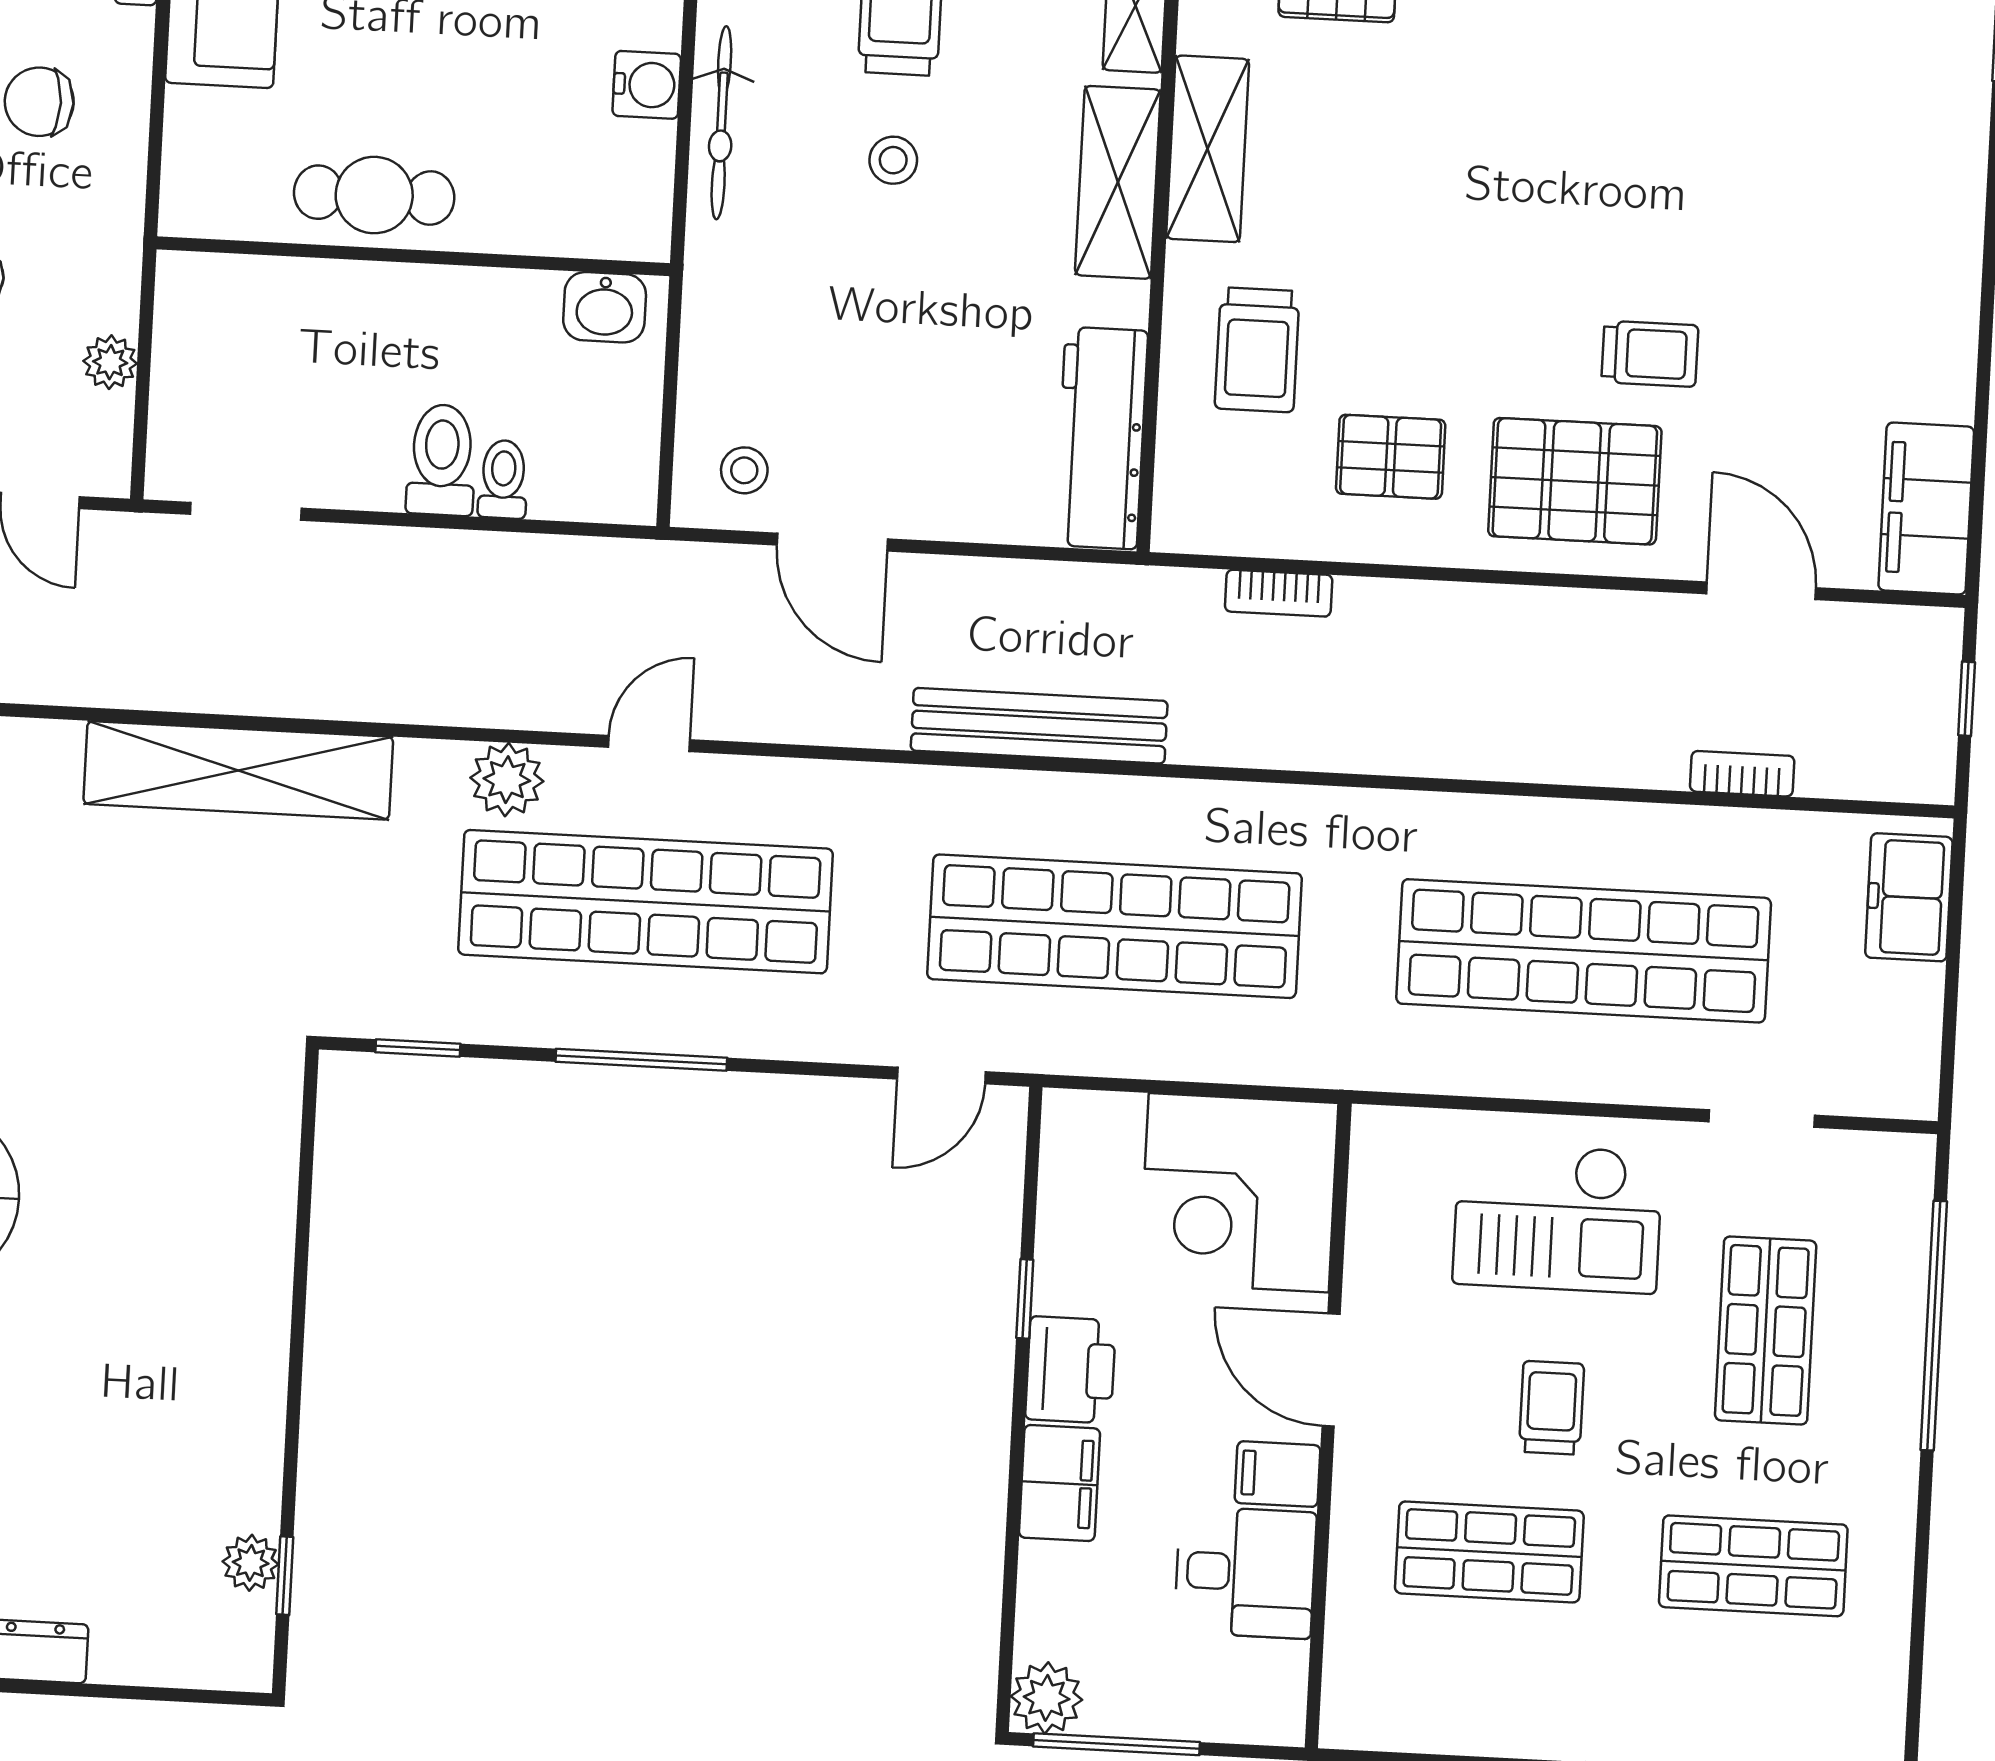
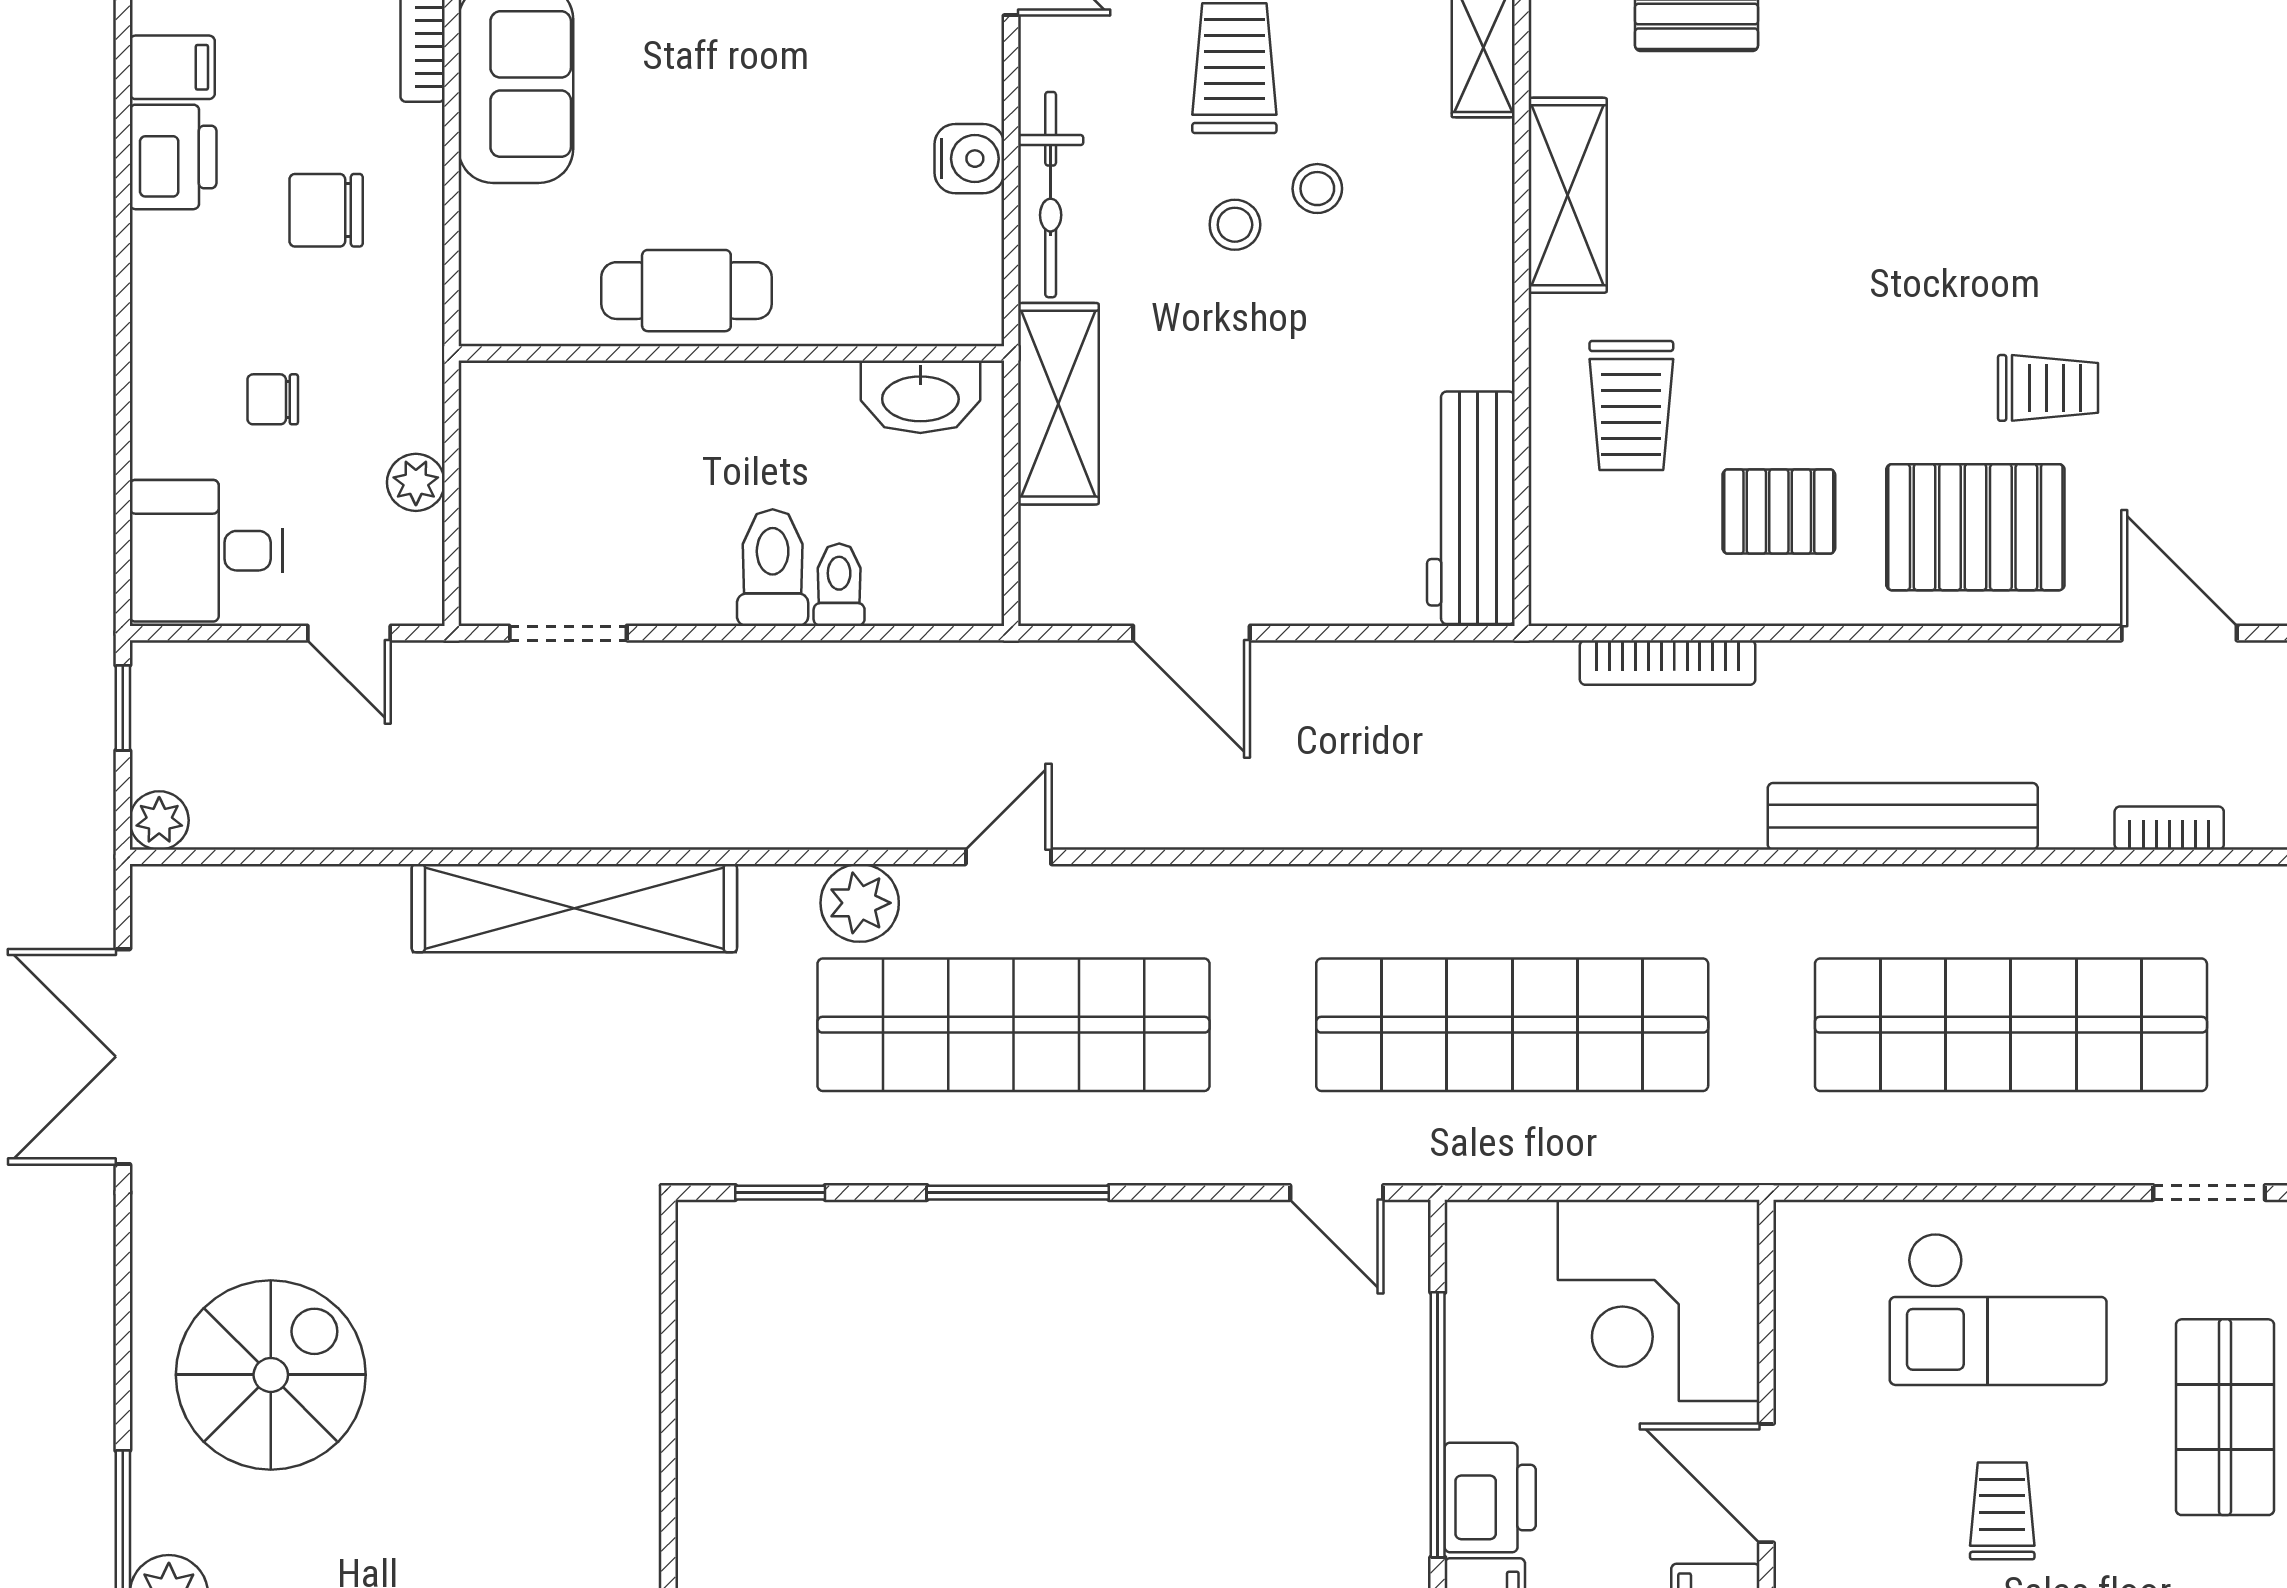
shelving: (1118, 182) -> (1058, 404), moved
washbasin: (605, 307) -> (920, 397), width x1.38
stool: (744, 470) -> (1317, 189), moved
bookcase: (1279, 593) -> (1668, 662), width x1.56
bench: (1039, 726) -> (1903, 816), moved
door: (941, 1075) -> (1337, 1193), hinge flipped
window: (1025, 1299) -> (1438, 1425), width x3.17

